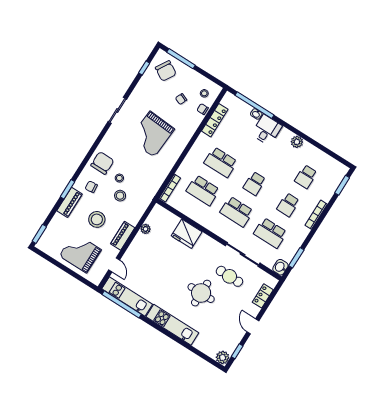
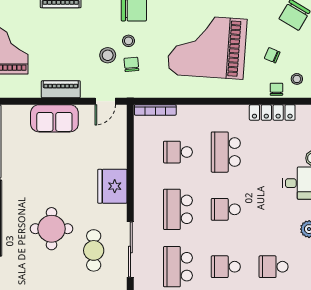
grand piano: (152, 134) -> (207, 47), width x1.37, depth x1.48
chair: (91, 187) -> (131, 64), moved
school desk: (203, 190) -> (178, 152), width x0.54
stool: (97, 219) -> (61, 45), removed
plant: (146, 229) -> (87, 112), removed
fridge: (187, 234) -> (112, 186), moved
sofa: (137, 250) -> (54, 118), added
door: (114, 265) -> (105, 101), moved

